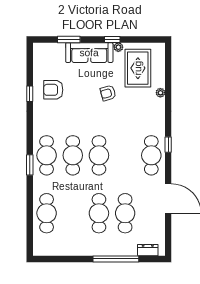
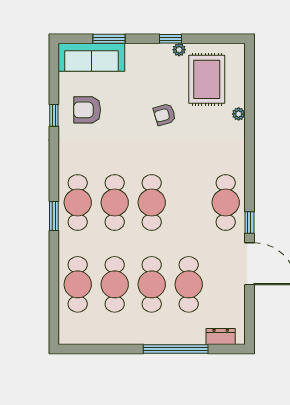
sofa: (89, 53) -> (91, 57), moved
window: (168, 145) -> (249, 222), moved
cafe table: (73, 213) -> (115, 284), added

